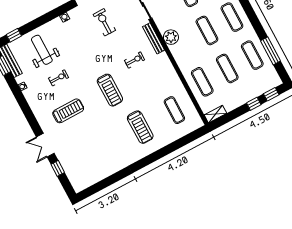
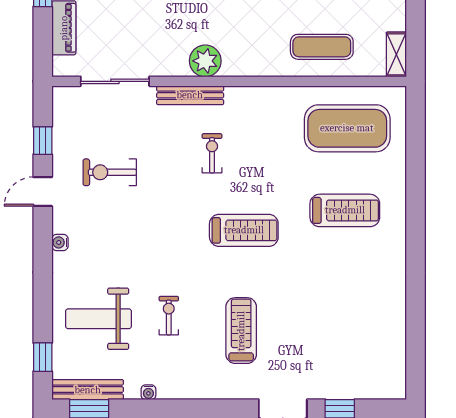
exercise mat: (174, 110) -> (347, 128), width x2.00, depth x1.45

